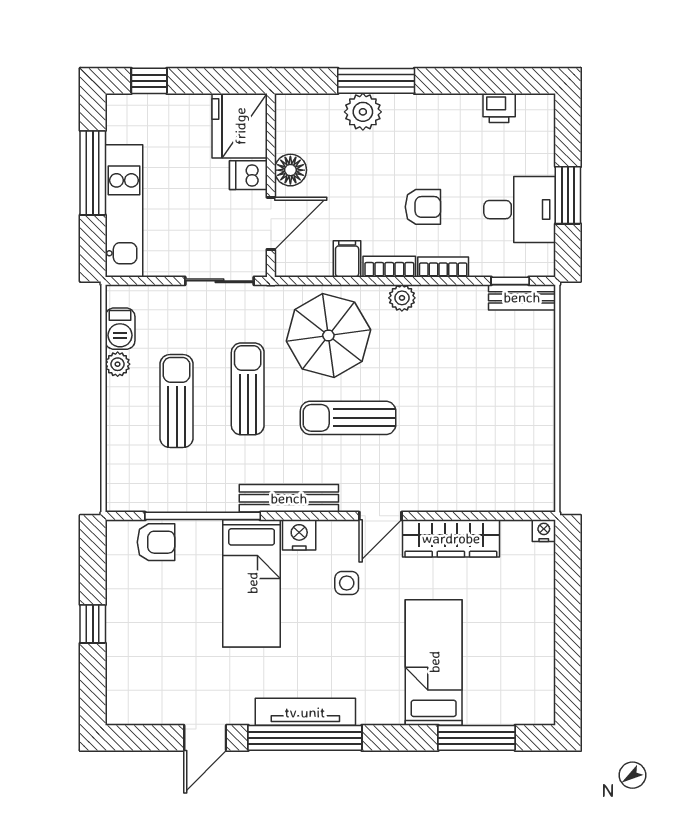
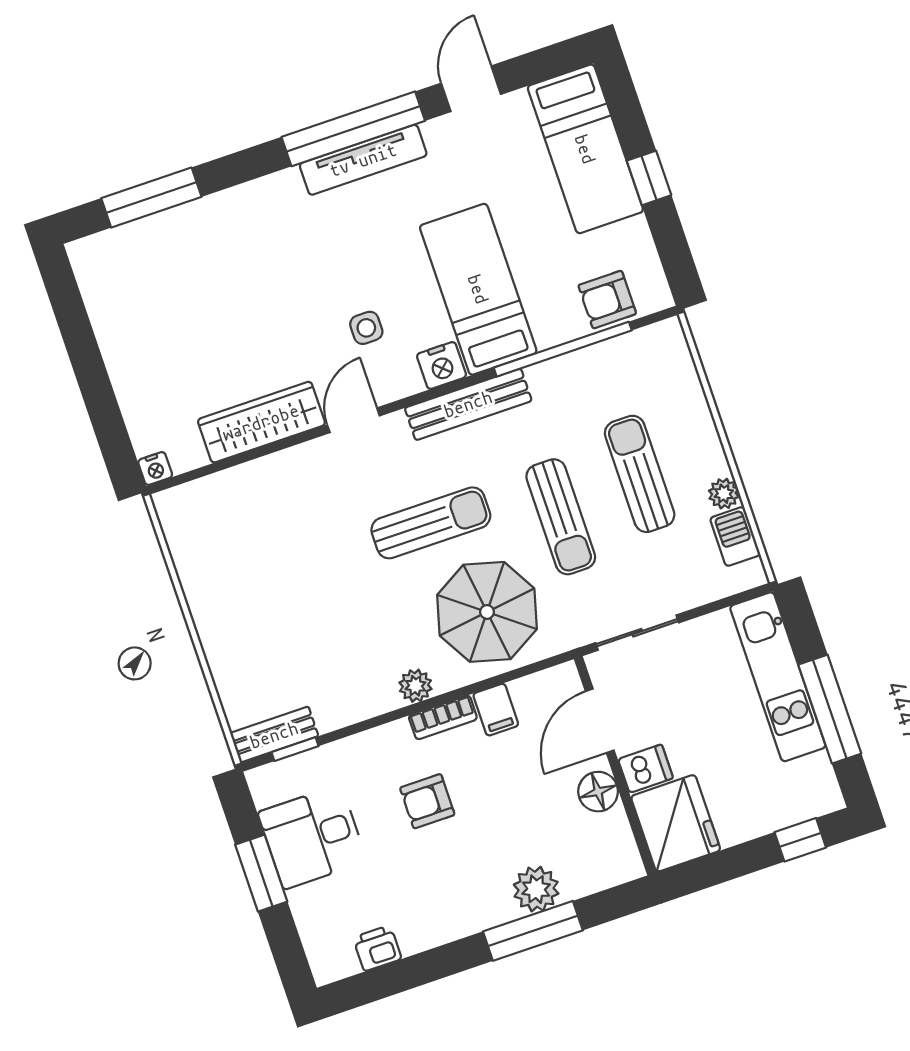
bookcase: (443, 267) -> (379, 739), removed
sun lounger: (177, 401) -> (640, 474), turned 180
bed: (434, 662) -> (585, 149), moved

